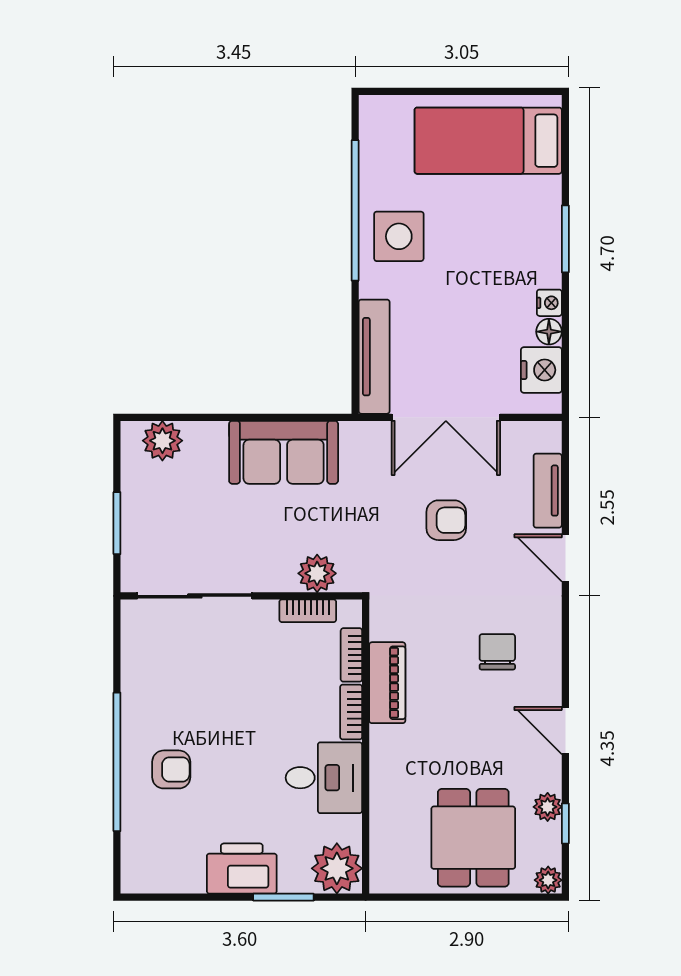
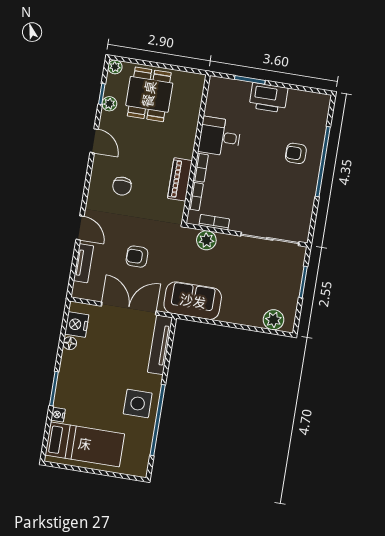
nightstand: (549, 303) -> (58, 415), moved
sofa: (284, 452) -> (193, 301), moved
plant: (337, 868) -> (221, 90), removed

